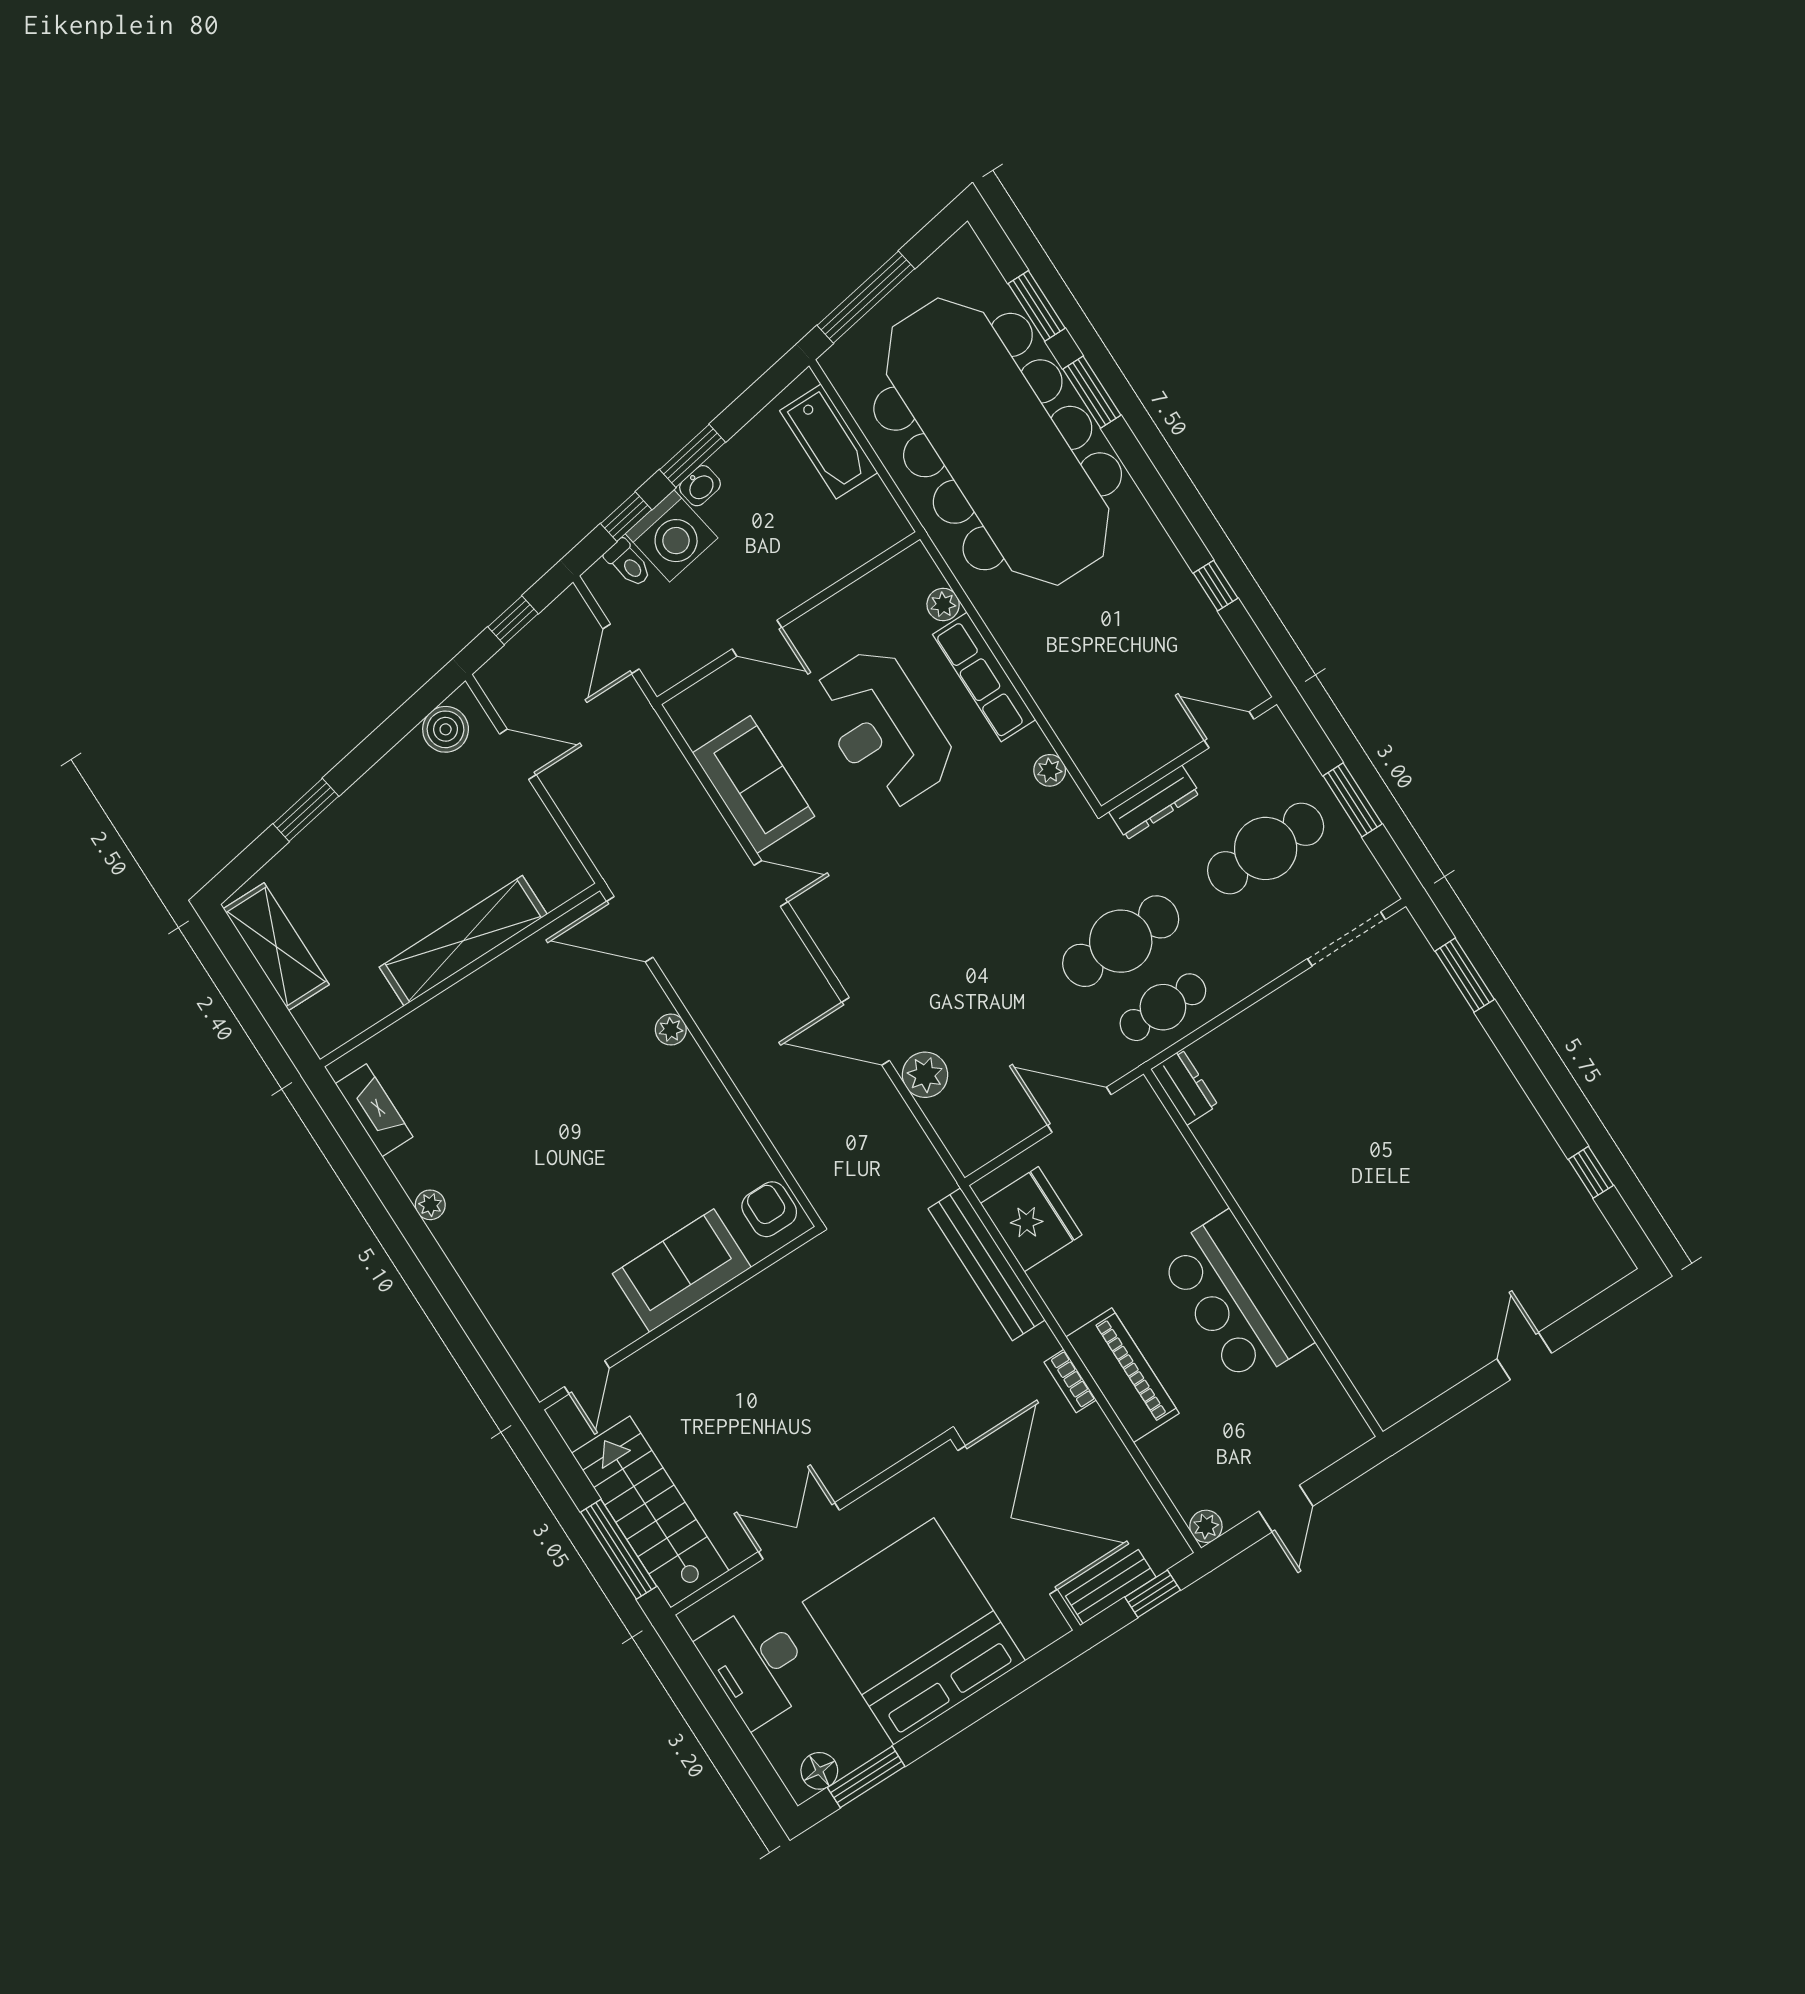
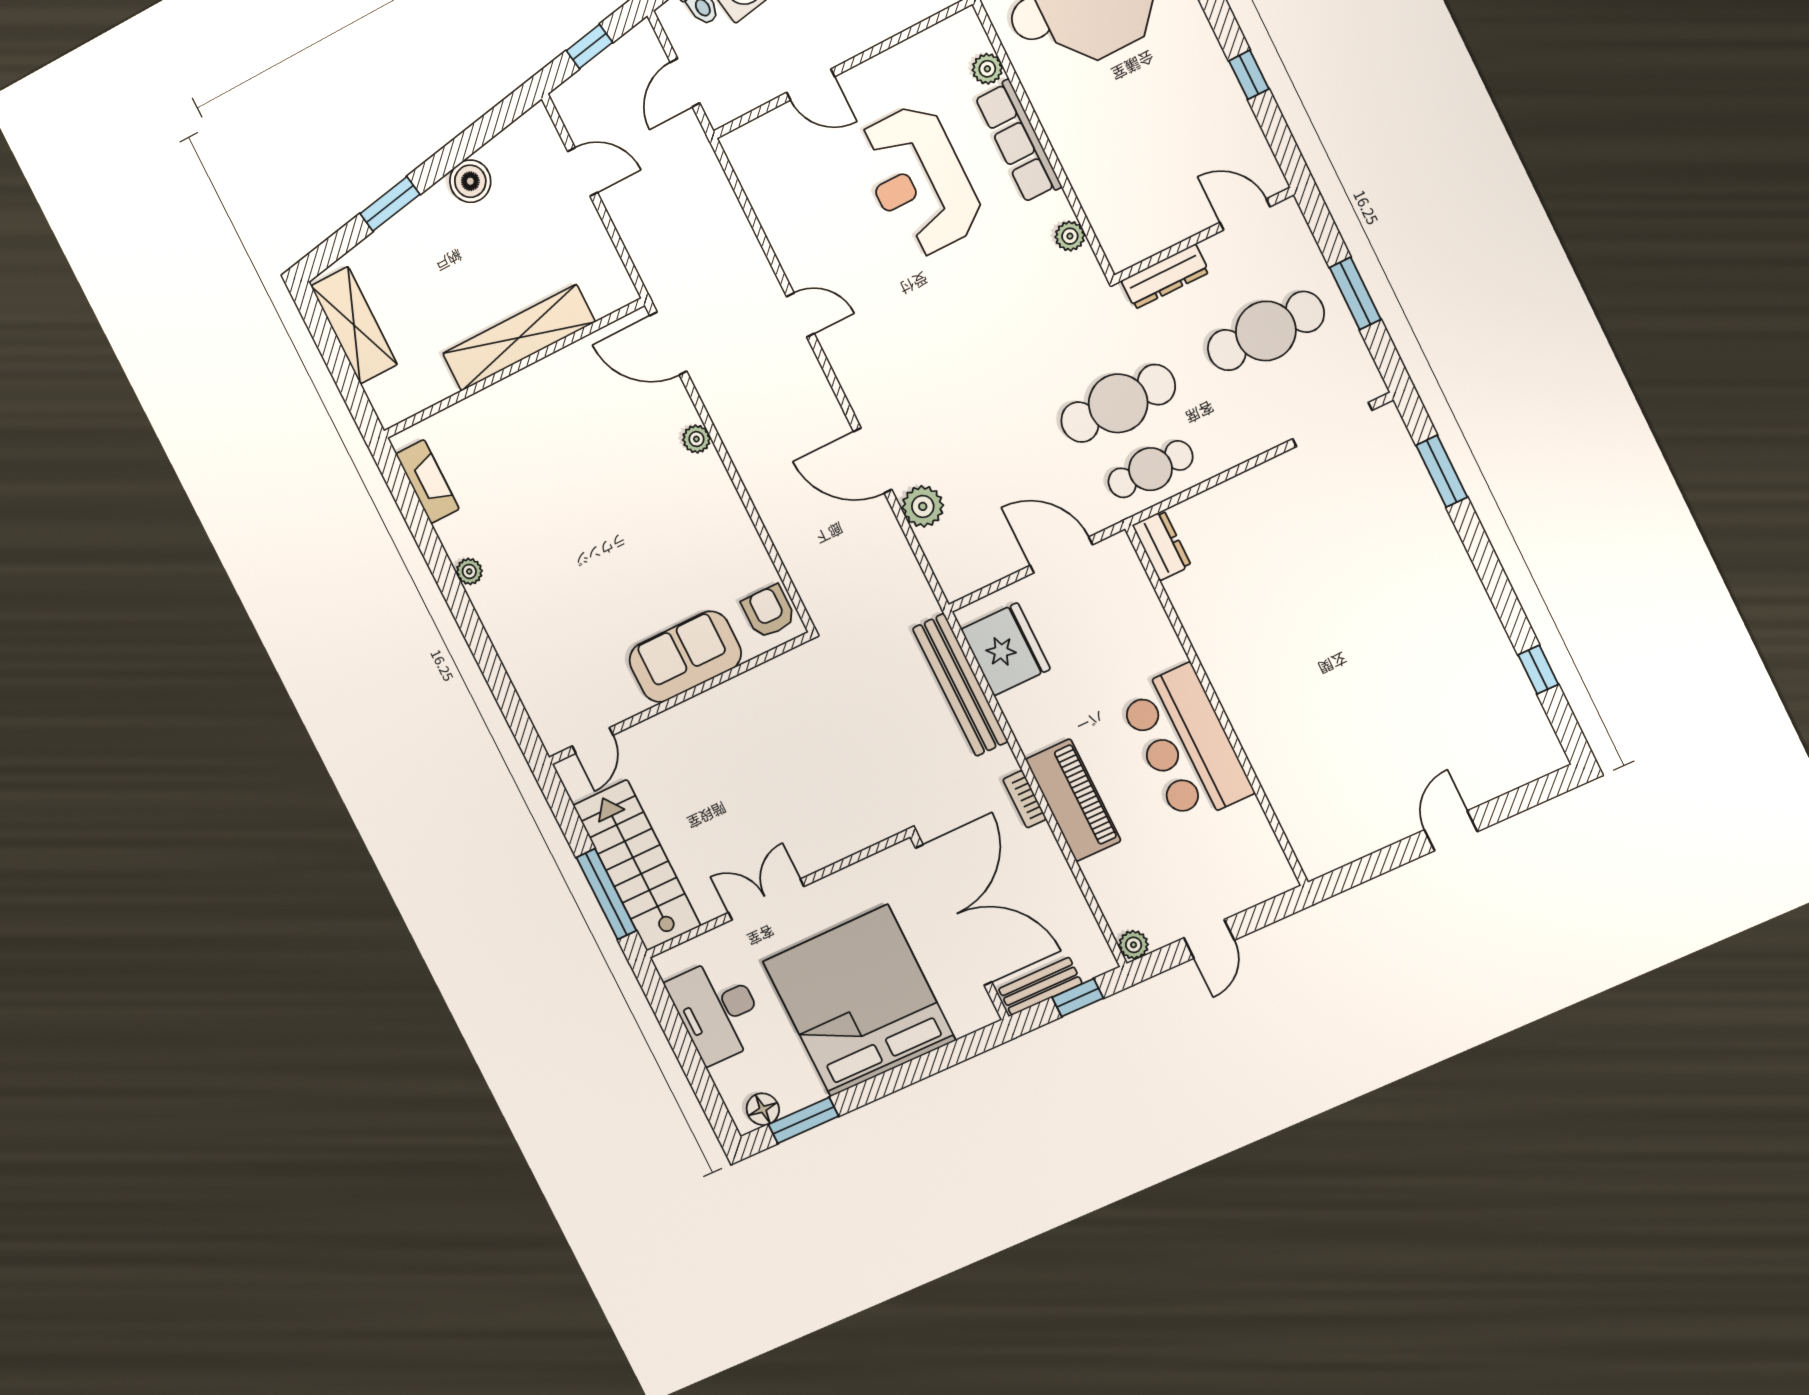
boiler: (446, 729) -> (470, 181), moved
sofa: (754, 785) -> (794, 222), removed

